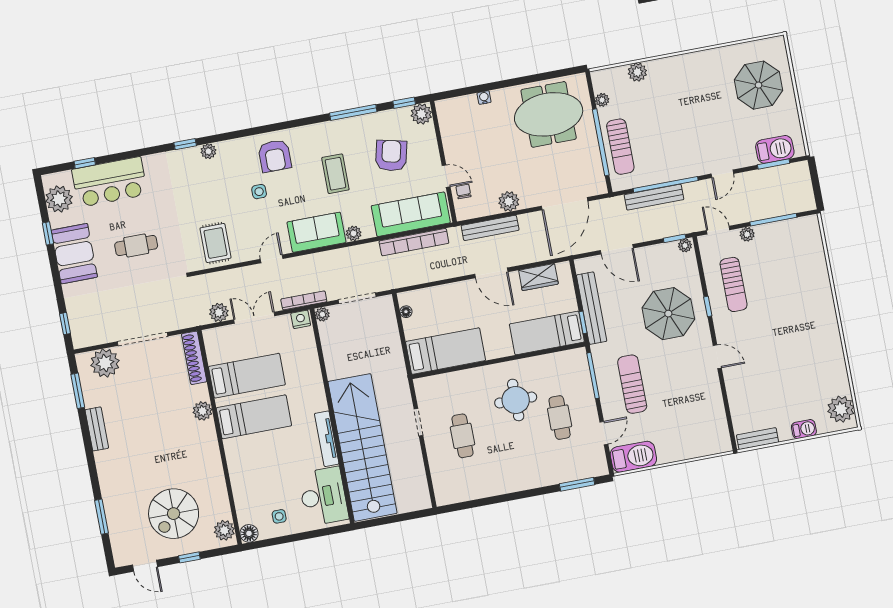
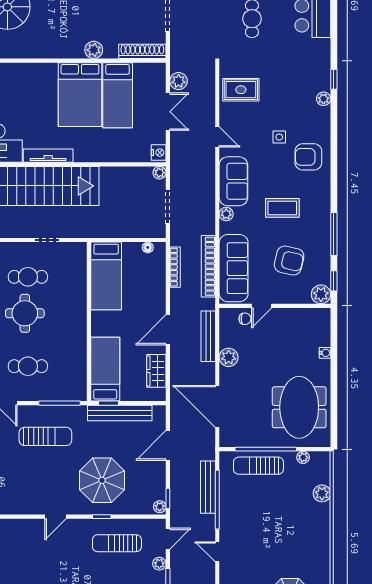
bookcase: (304, 300) -> (175, 267), moved
round table: (516, 400) -> (25, 313), moved
bed: (254, 417) -> (80, 95), width x1.50

